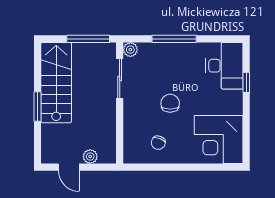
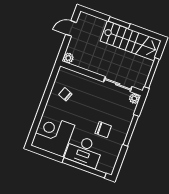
desk: (224, 66) -> (84, 151), moved
window: (246, 82) -> (84, 168), width x3.17
chair: (170, 103) -> (103, 130), moved
plant: (90, 157) -> (68, 58), moved

